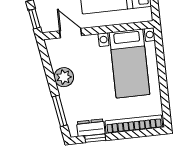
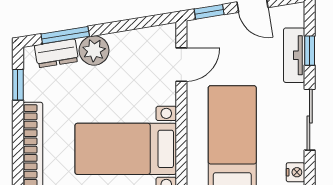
plant: (64, 77) -> (94, 50), moved
dresser: (91, 128) -> (57, 53), moved, turned 81

